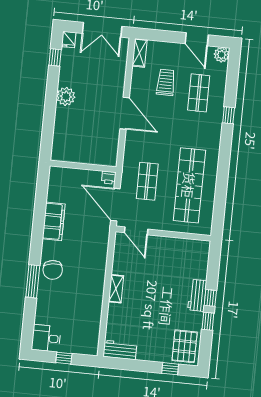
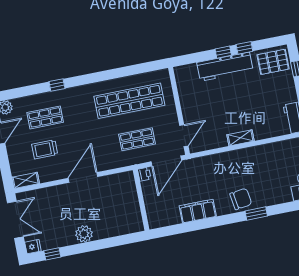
window: (33, 281) -> (256, 214), width x0.69
workbench: (197, 295) -> (225, 67), width x1.88, depth x1.32

